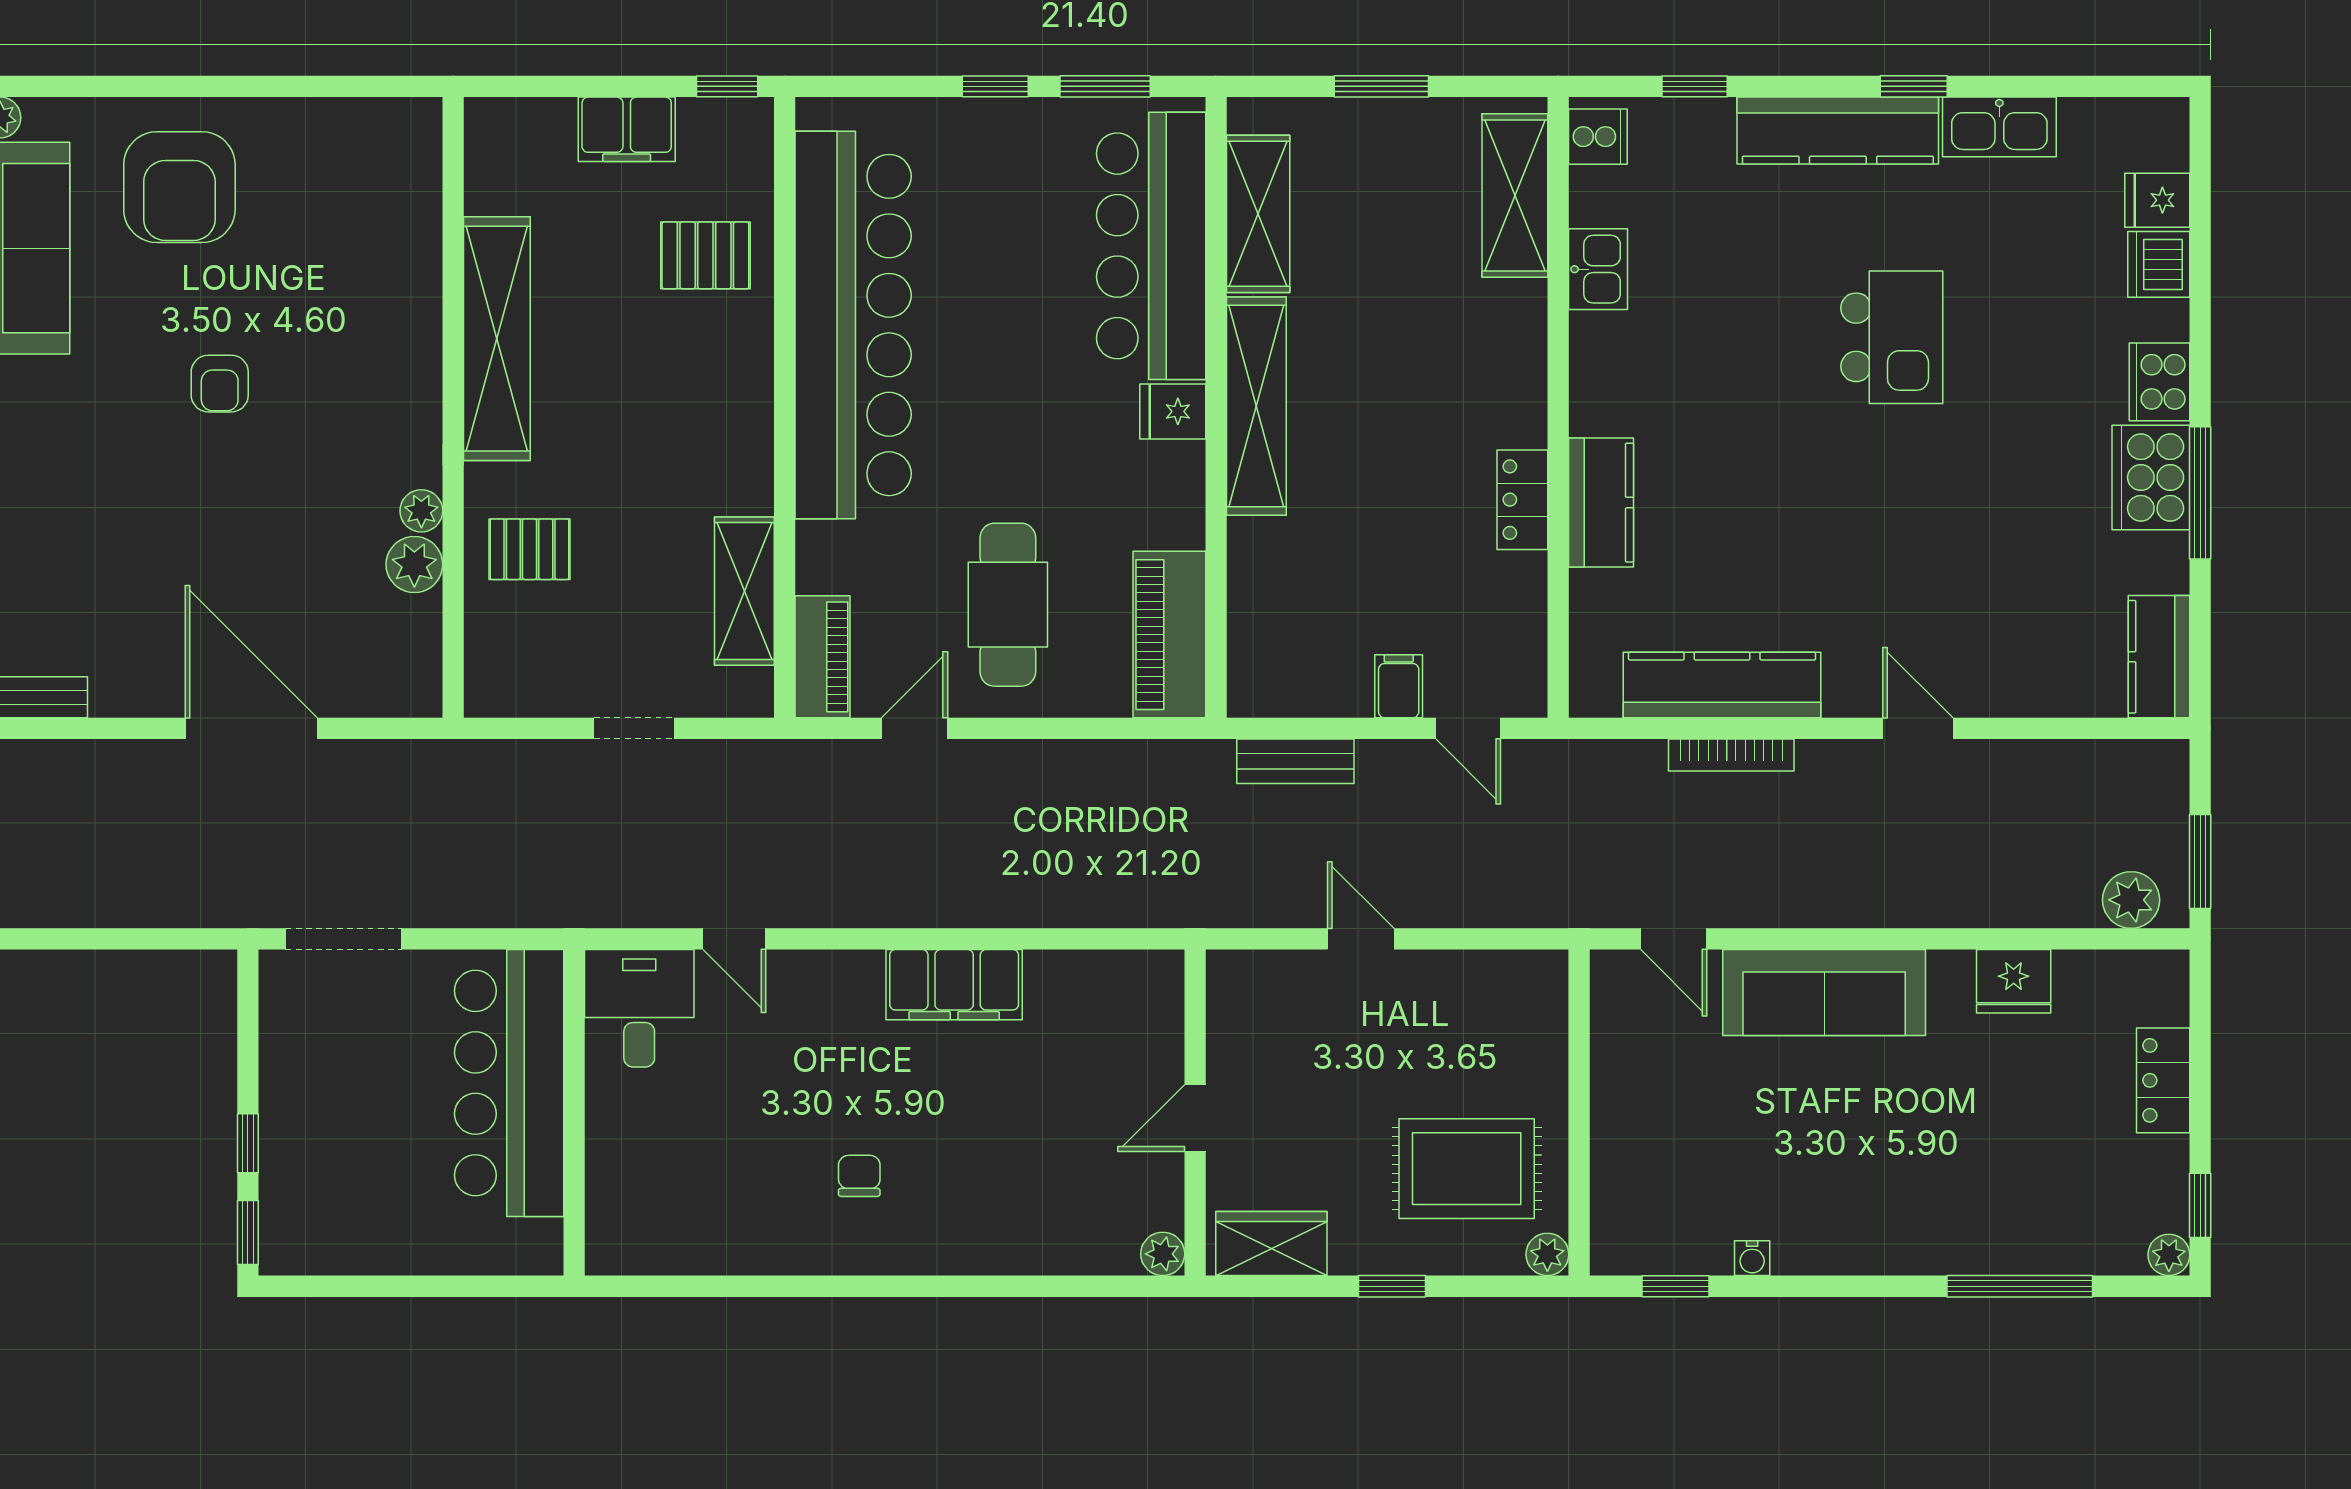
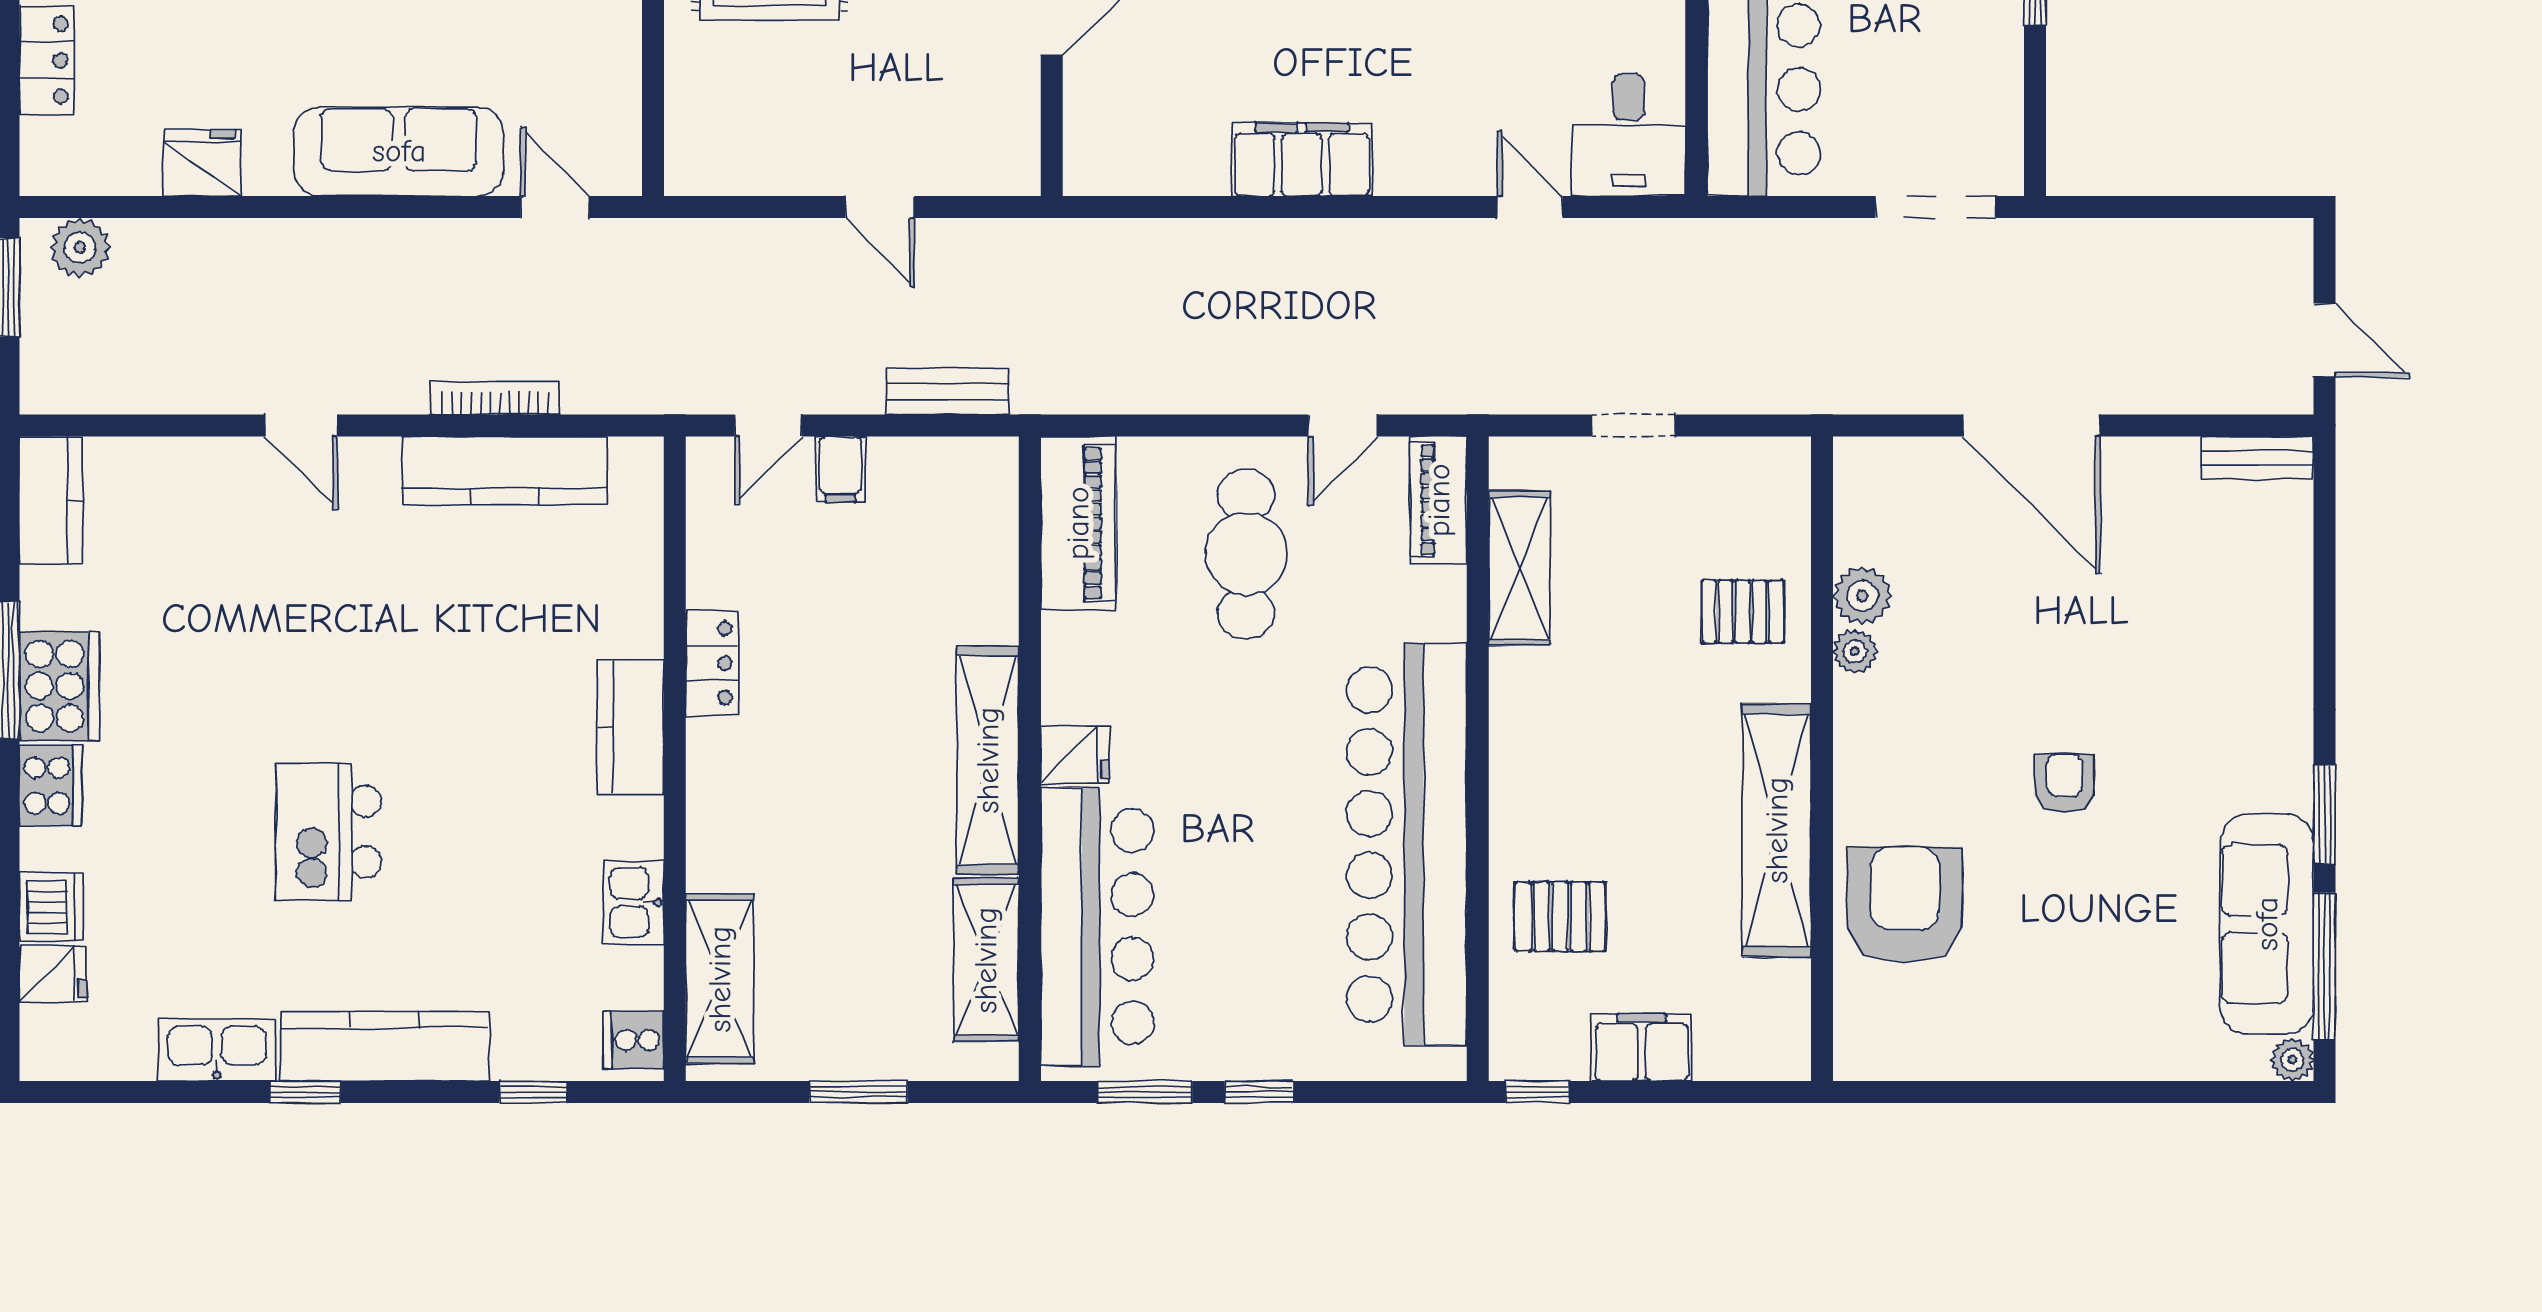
armchair: (179, 187) -> (1905, 905), moved
kitchen counter: (1601, 503) -> (630, 727), moved
door: (1468, 728) -> (768, 426), swing flipped

